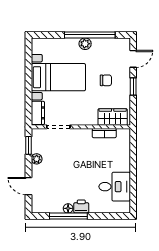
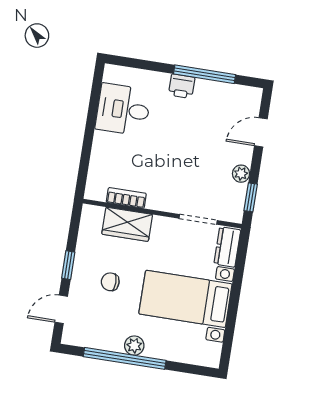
wardrobe: (113, 117) -> (127, 224), moved
door: (28, 186) -> (261, 132), swing flipped
floor lamp: (68, 208) -> (203, 87), removed

